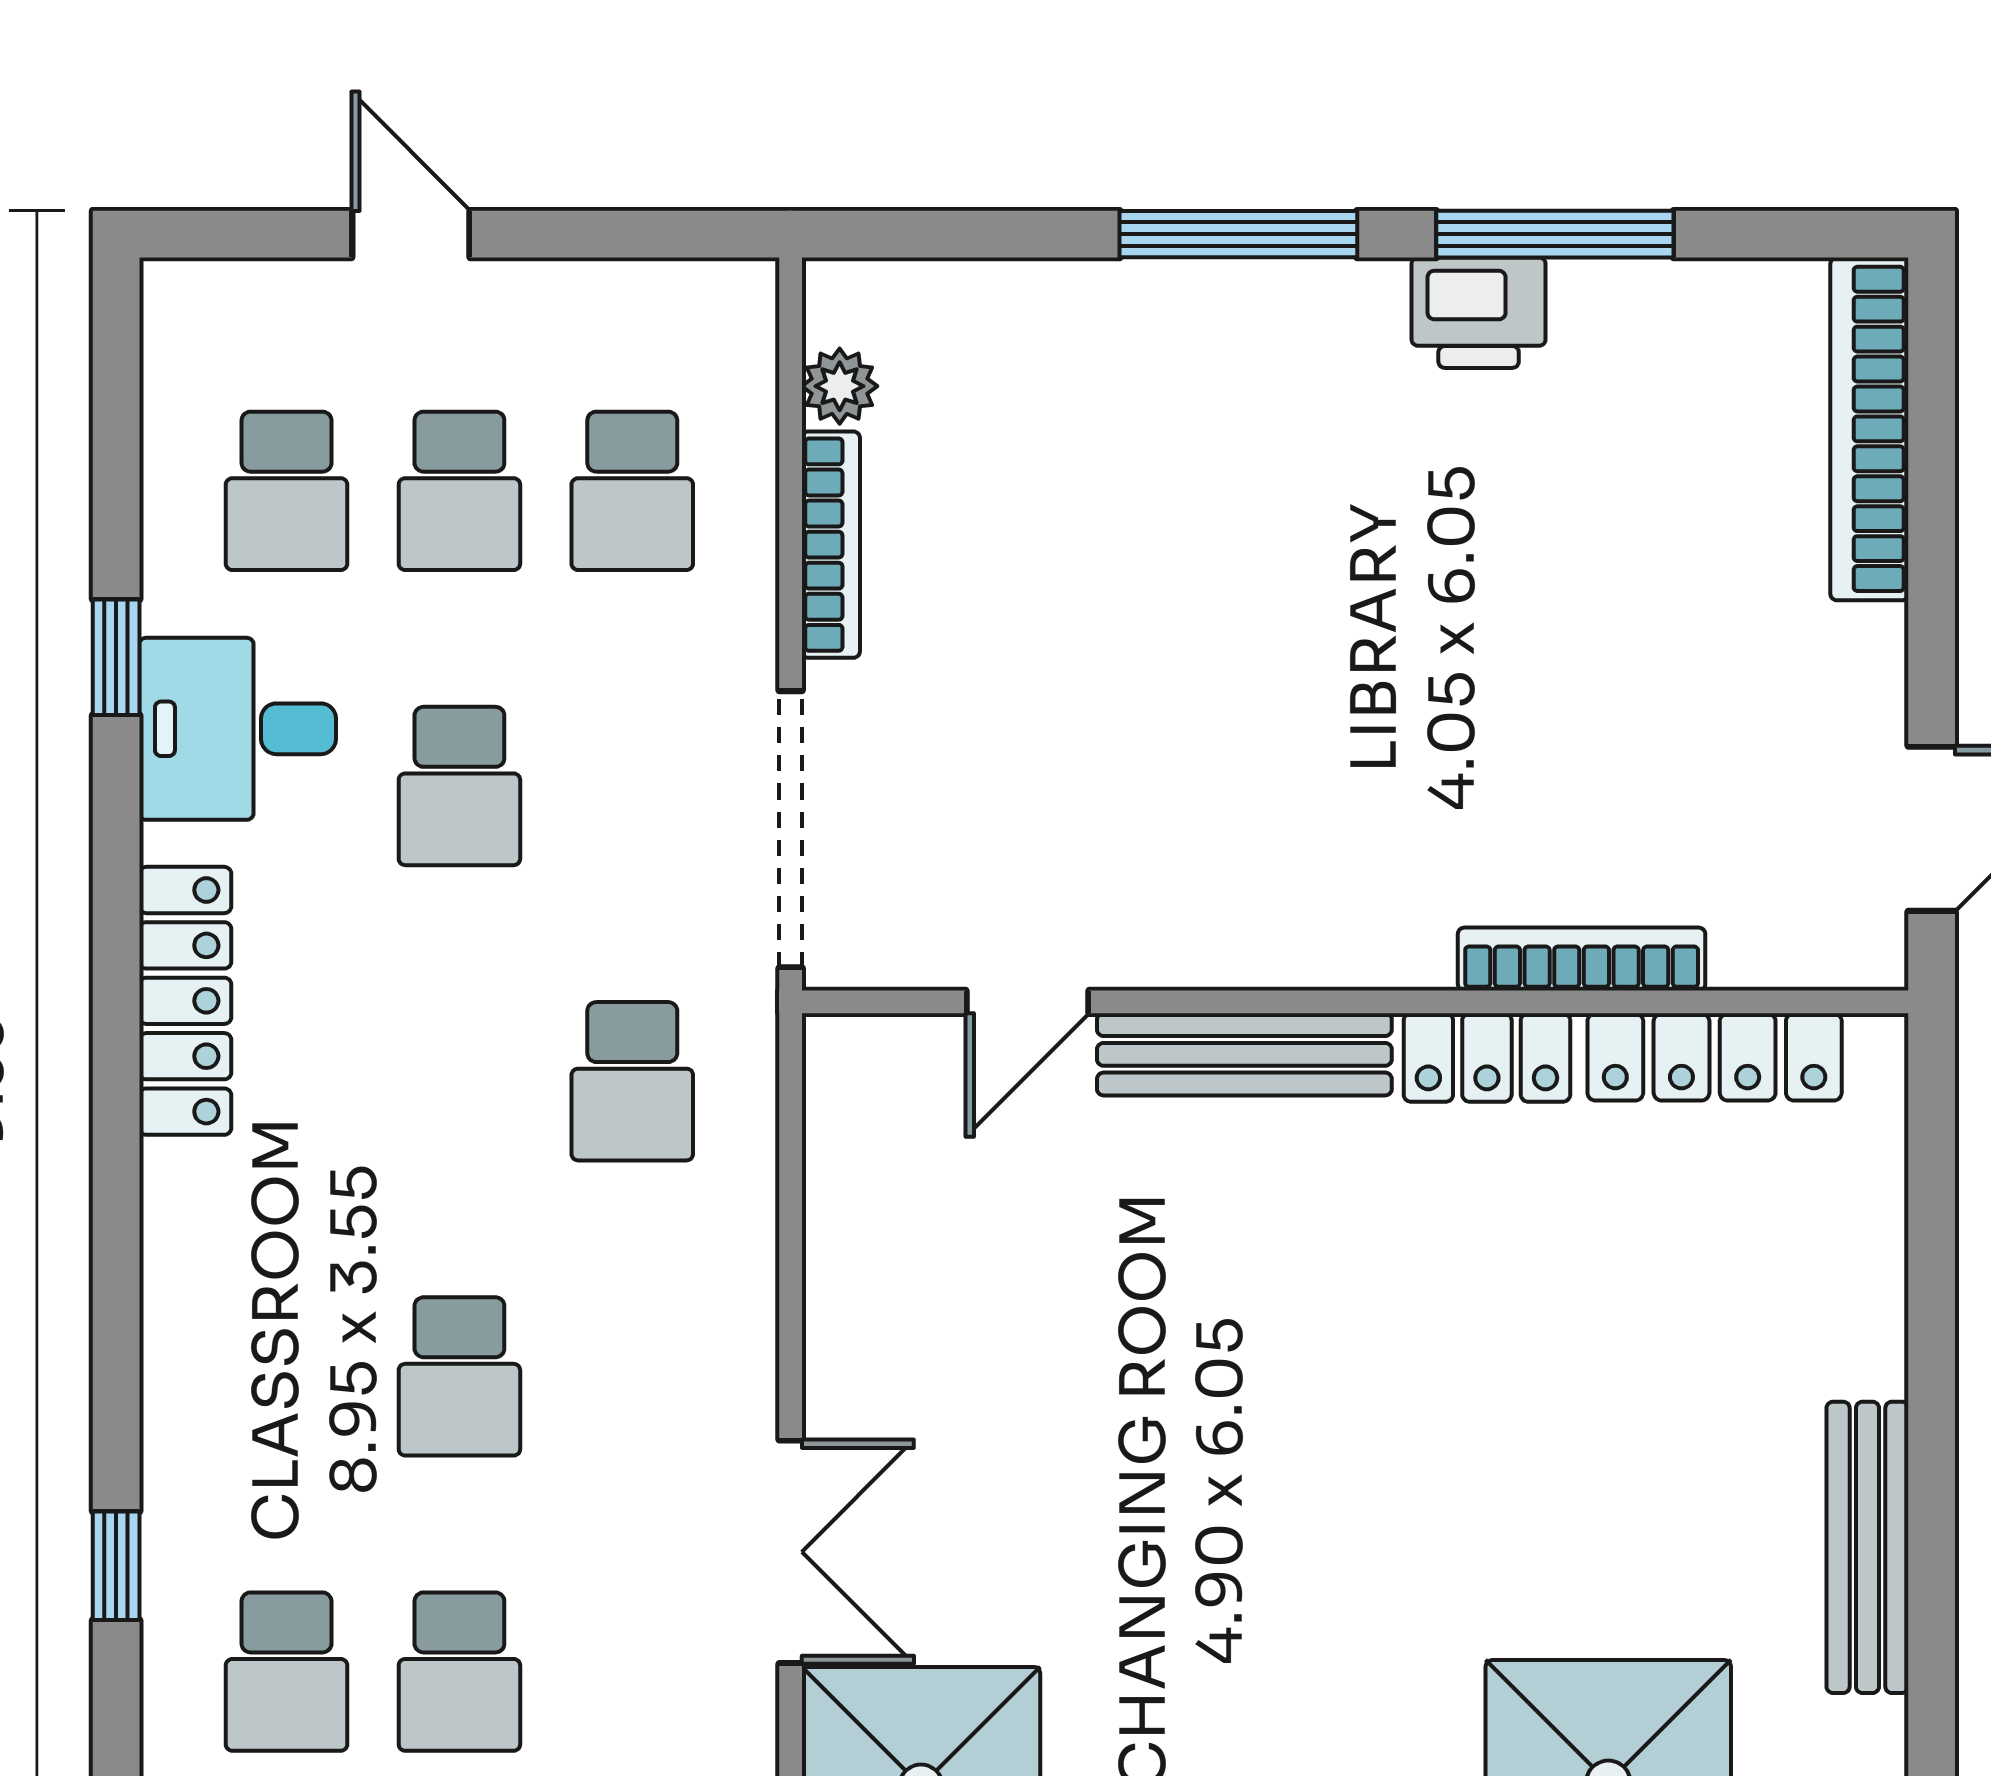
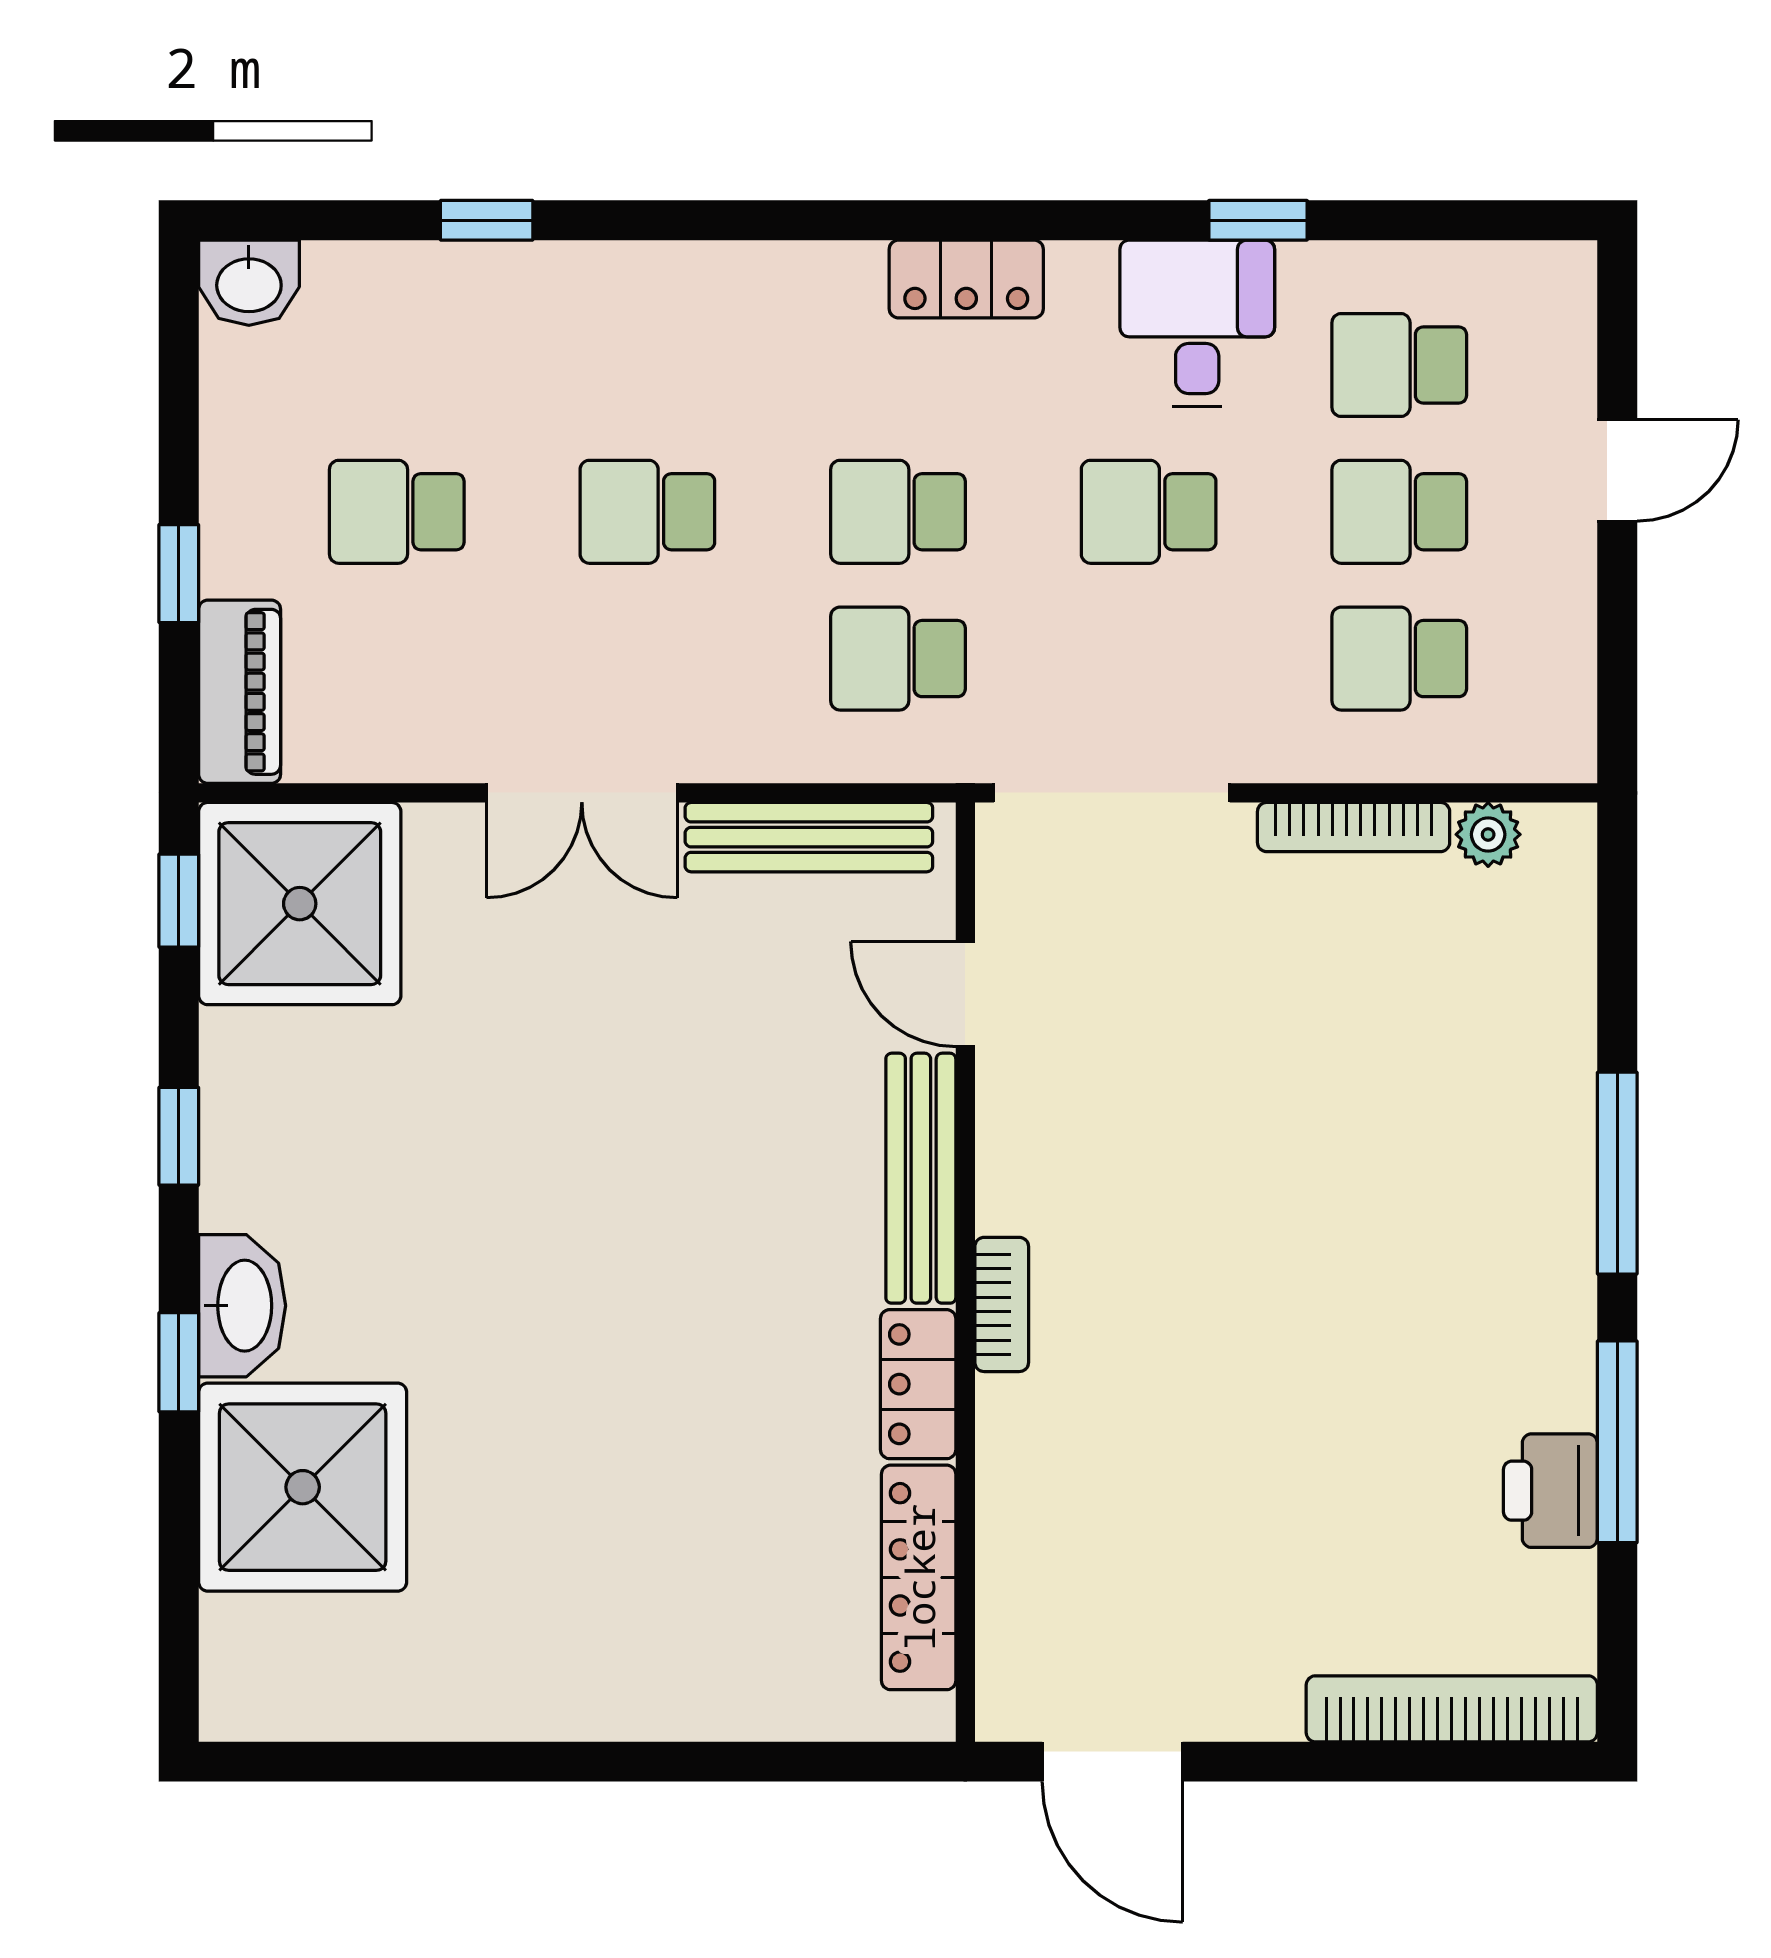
printer: (1479, 313) -> (1550, 1491), moved
bookcase: (1582, 959) -> (1002, 1304), moved, width x0.64
locker: (185, 1001) -> (966, 279), width x0.66
bench: (1867, 1547) -> (809, 837), moved
double door: (791, 1552) -> (582, 793), moved
school desk: (287, 1672) -> (898, 512), moved

